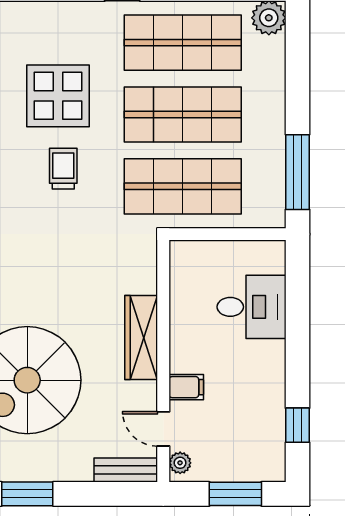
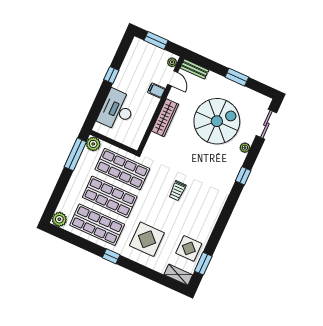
display table: (58, 96) -> (147, 239), moved
trolley: (63, 169) -> (177, 191), moved
plant: (269, 212) -> (93, 144), added
desk: (252, 307) -> (117, 110), width x1.37
window: (298, 425) -> (111, 75), moved

